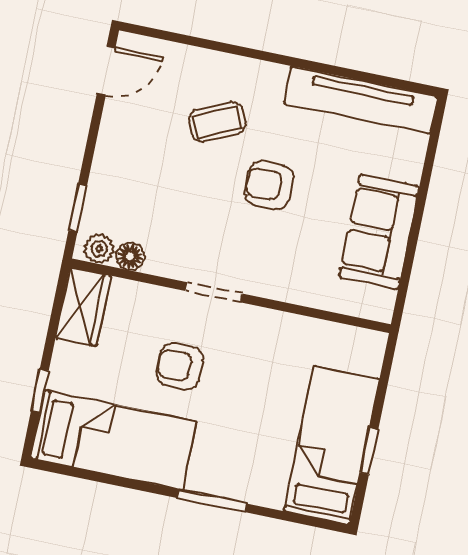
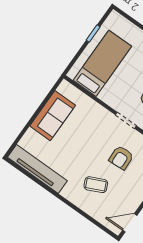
armchair: (269, 185) -> (121, 158), moved, turned 87
bed: (332, 445) -> (102, 63), moved, turned 180

